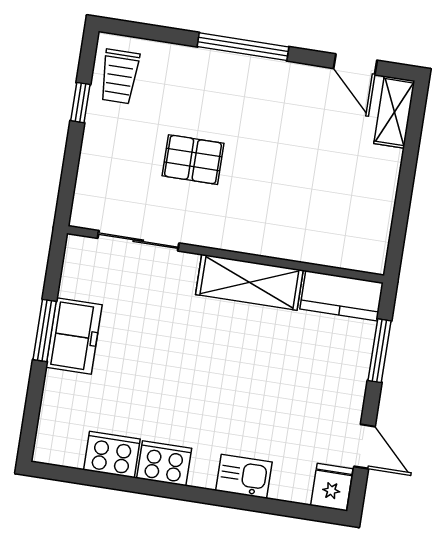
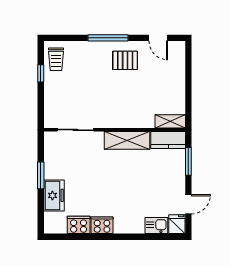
shelving: (394, 112) -> (170, 121), moved, turned 90
pallet: (193, 160) -> (125, 60), moved
freezer: (74, 336) -> (54, 195), moved
door: (364, 446) -> (188, 204), hinge flipped
kitchen sink: (244, 476) -> (156, 226), moved

